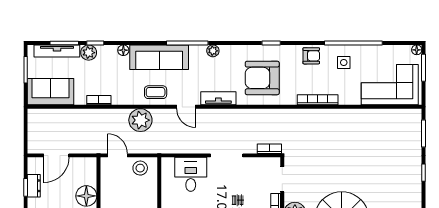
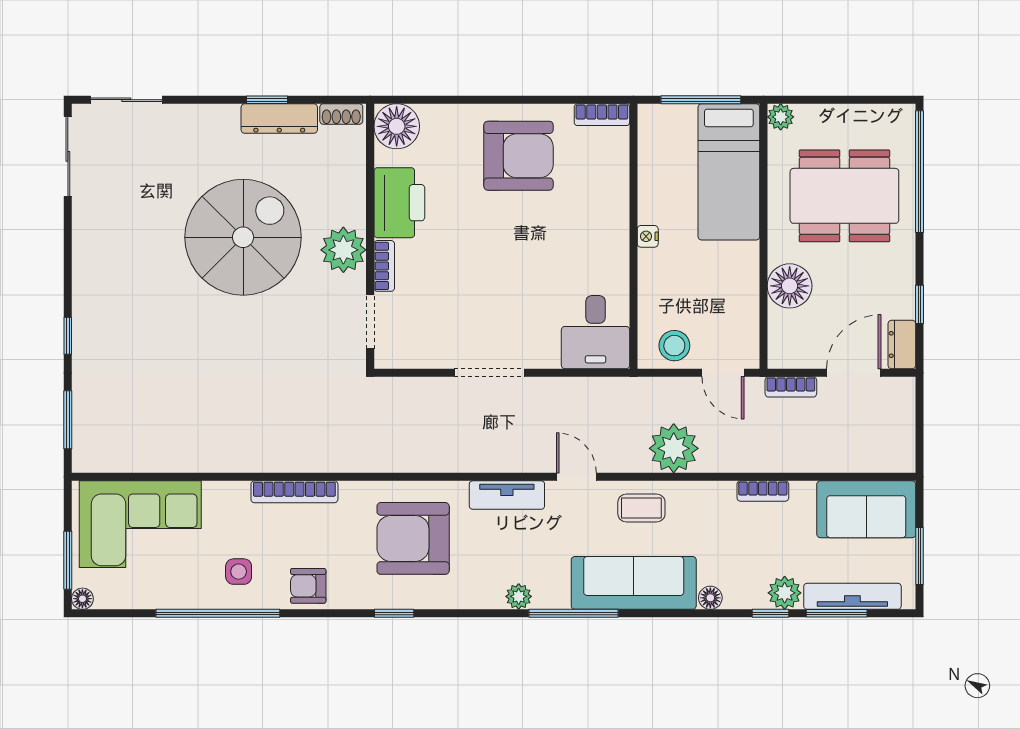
armchair: (262, 78) -> (413, 538), turned 180
bookcase: (269, 149) -> (791, 387), moved
desk: (191, 174) -> (596, 332), moved
dresser: (34, 186) -> (902, 345), moved

